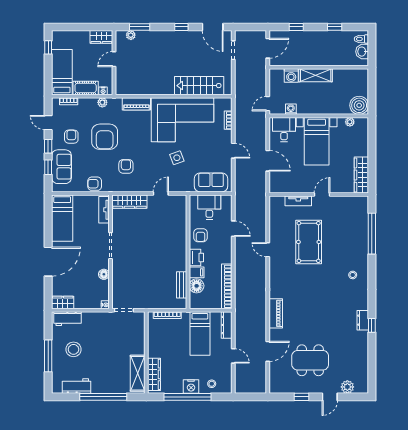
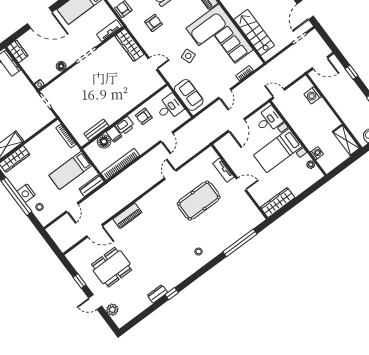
shelving: (316, 75) -> (346, 140), moved
boiler: (359, 105) -> (328, 162), removed
washing machine: (291, 109) -> (317, 153), moved
dresser: (363, 320) -> (157, 294), moved
dining table: (310, 360) -> (112, 267), turned 90

